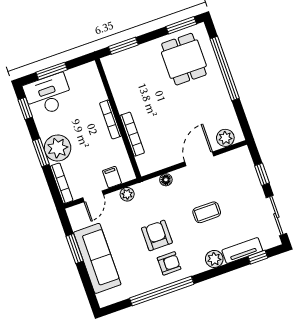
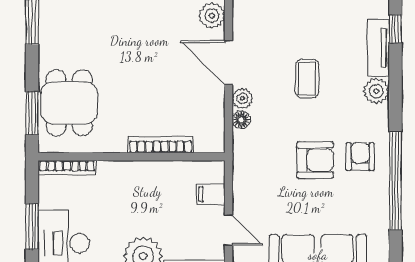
dining table: (184, 59) -> (69, 103), moved, turned 90
bookcase: (111, 119) -> (67, 168), moved
plant: (127, 194) -> (242, 98), moved
armchair: (157, 235) -> (315, 160), turned 180

